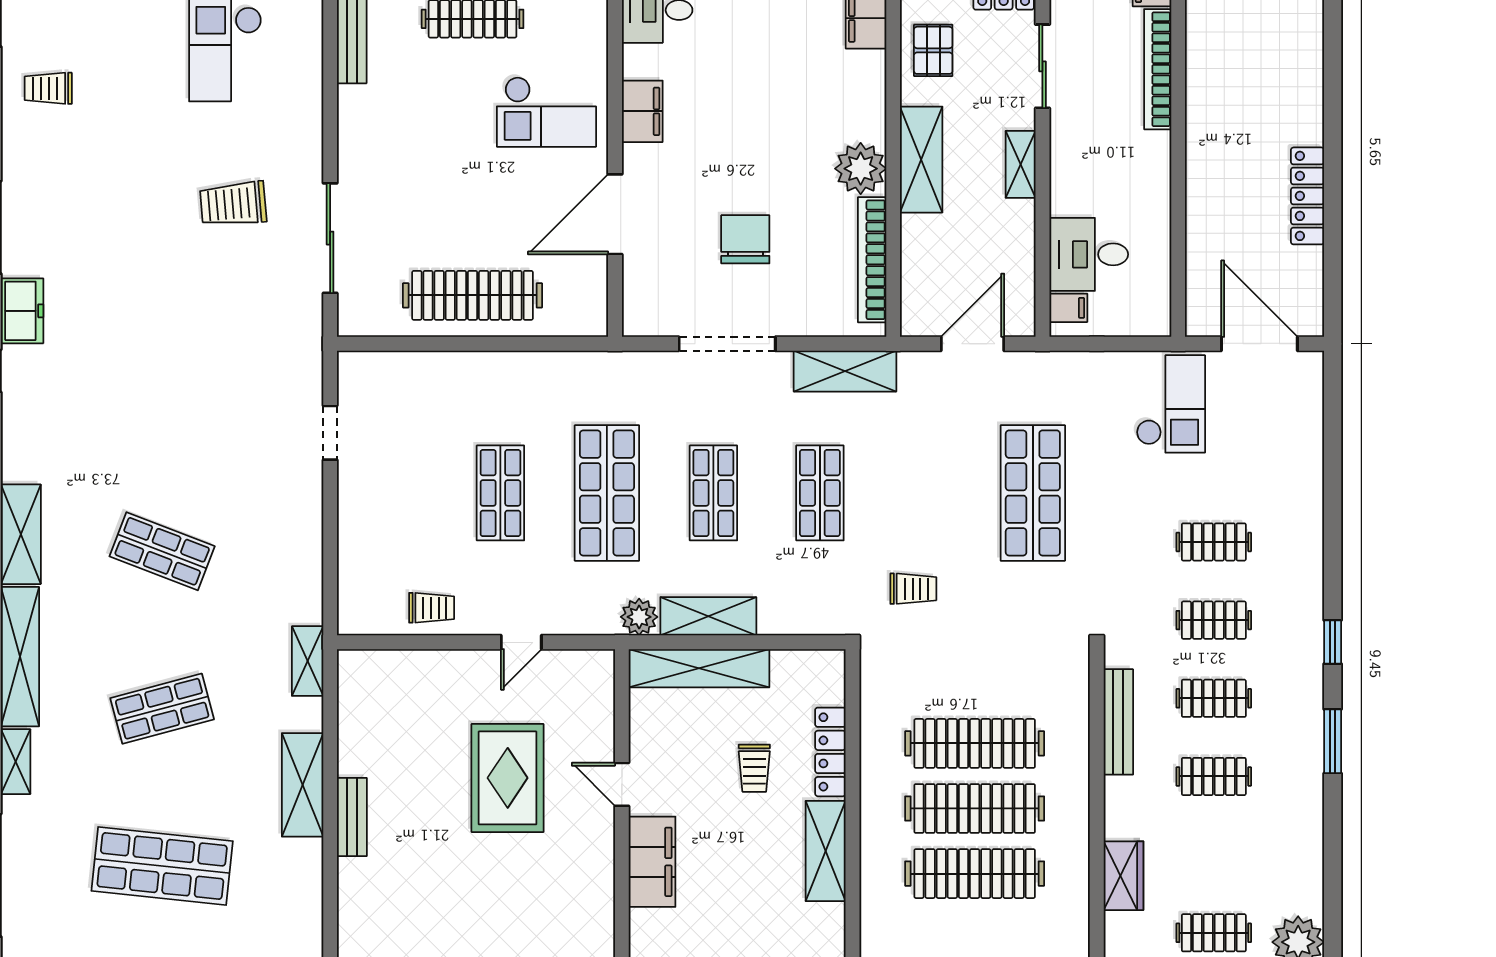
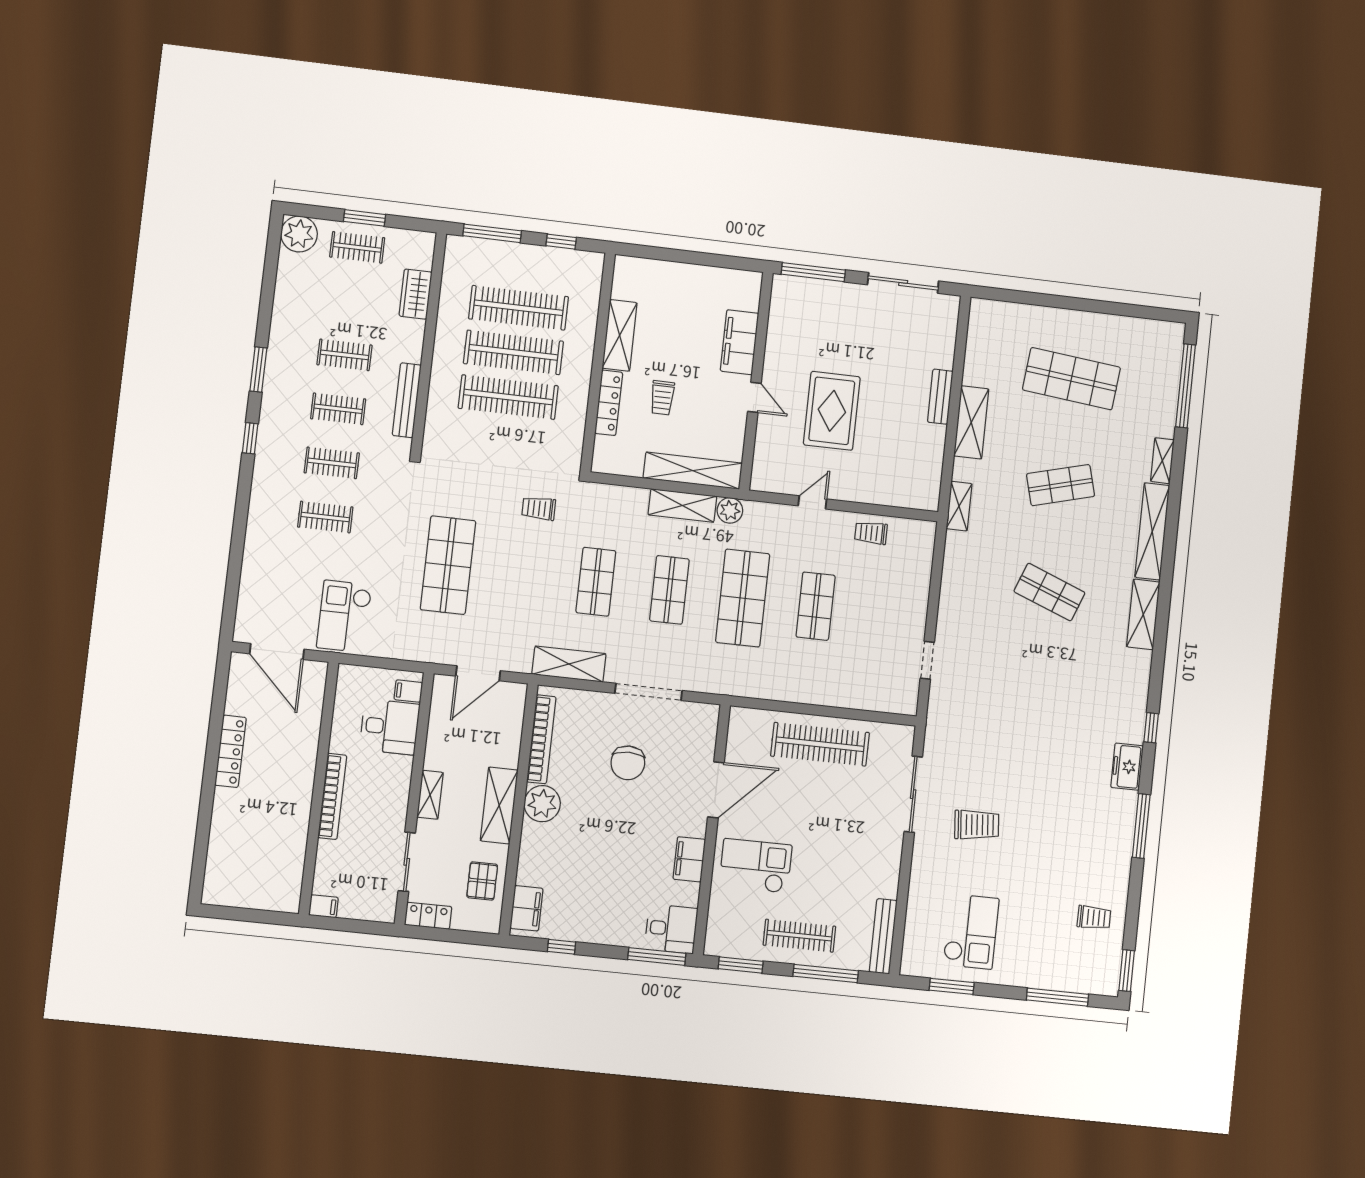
bookcase: (1158, 69) -> (332, 796), moved
trolley: (754, 768) -> (662, 398), turned 180

